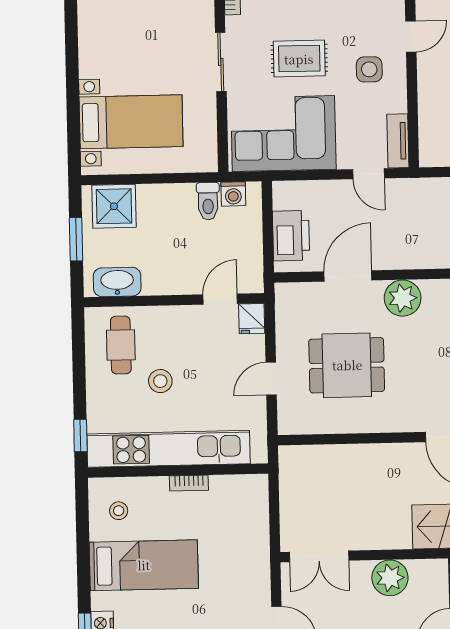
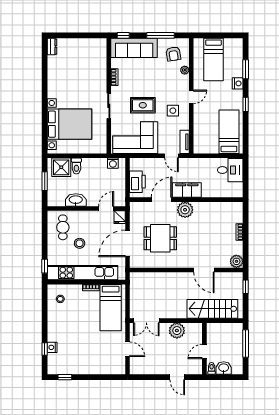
bed with nightstands: (131, 122) -> (69, 124), width x1.36
toilet: (208, 201) -> (76, 166), moved
filing cabinet: (406, 252) -> (187, 190), added
washbasin: (117, 282) -> (76, 200), moved
door: (271, 379) -> (127, 243), width x1.87
bed: (144, 565) -> (111, 308), moved, turned 90

